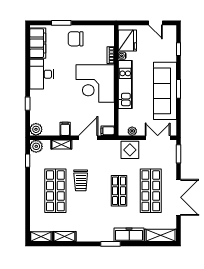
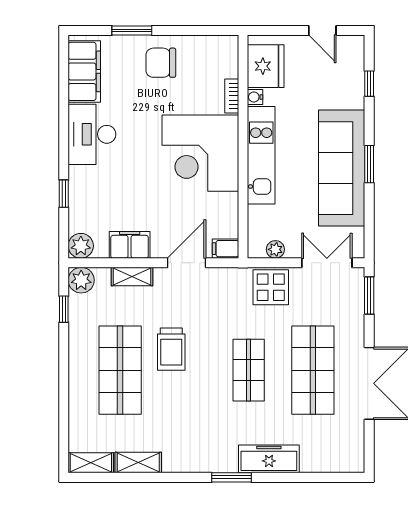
filing cabinet: (65, 129) -> (130, 245), width x2.00
shelving: (161, 235) -> (333, 460), removed

